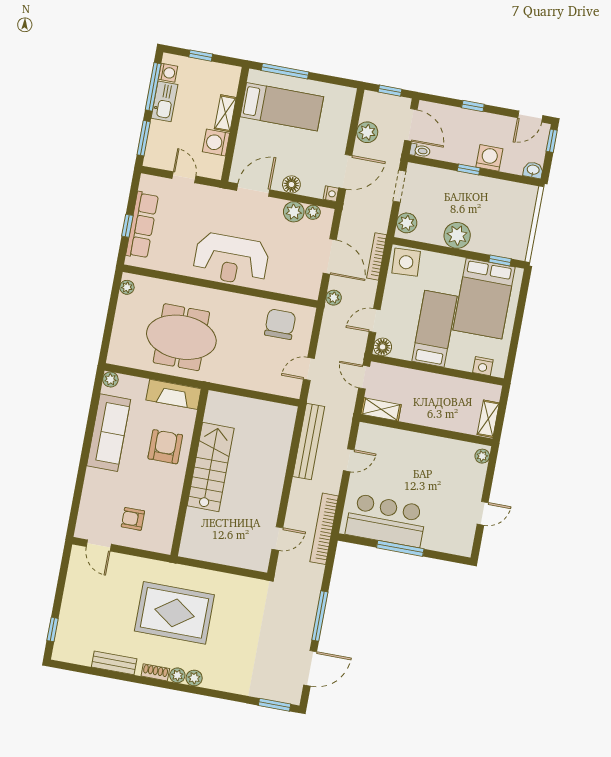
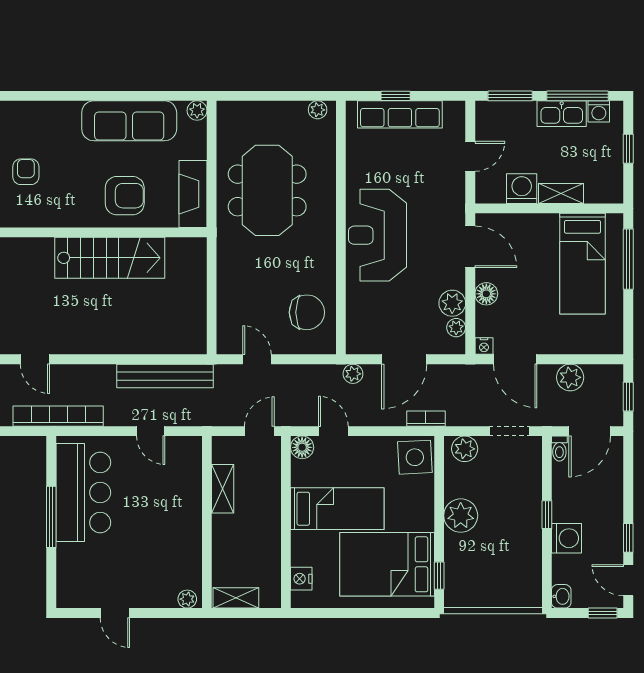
window: (473, 106) -> (628, 538), moved
bookcase: (377, 256) -> (426, 419), width x0.64
shelving: (381, 409) -> (223, 489), moved

